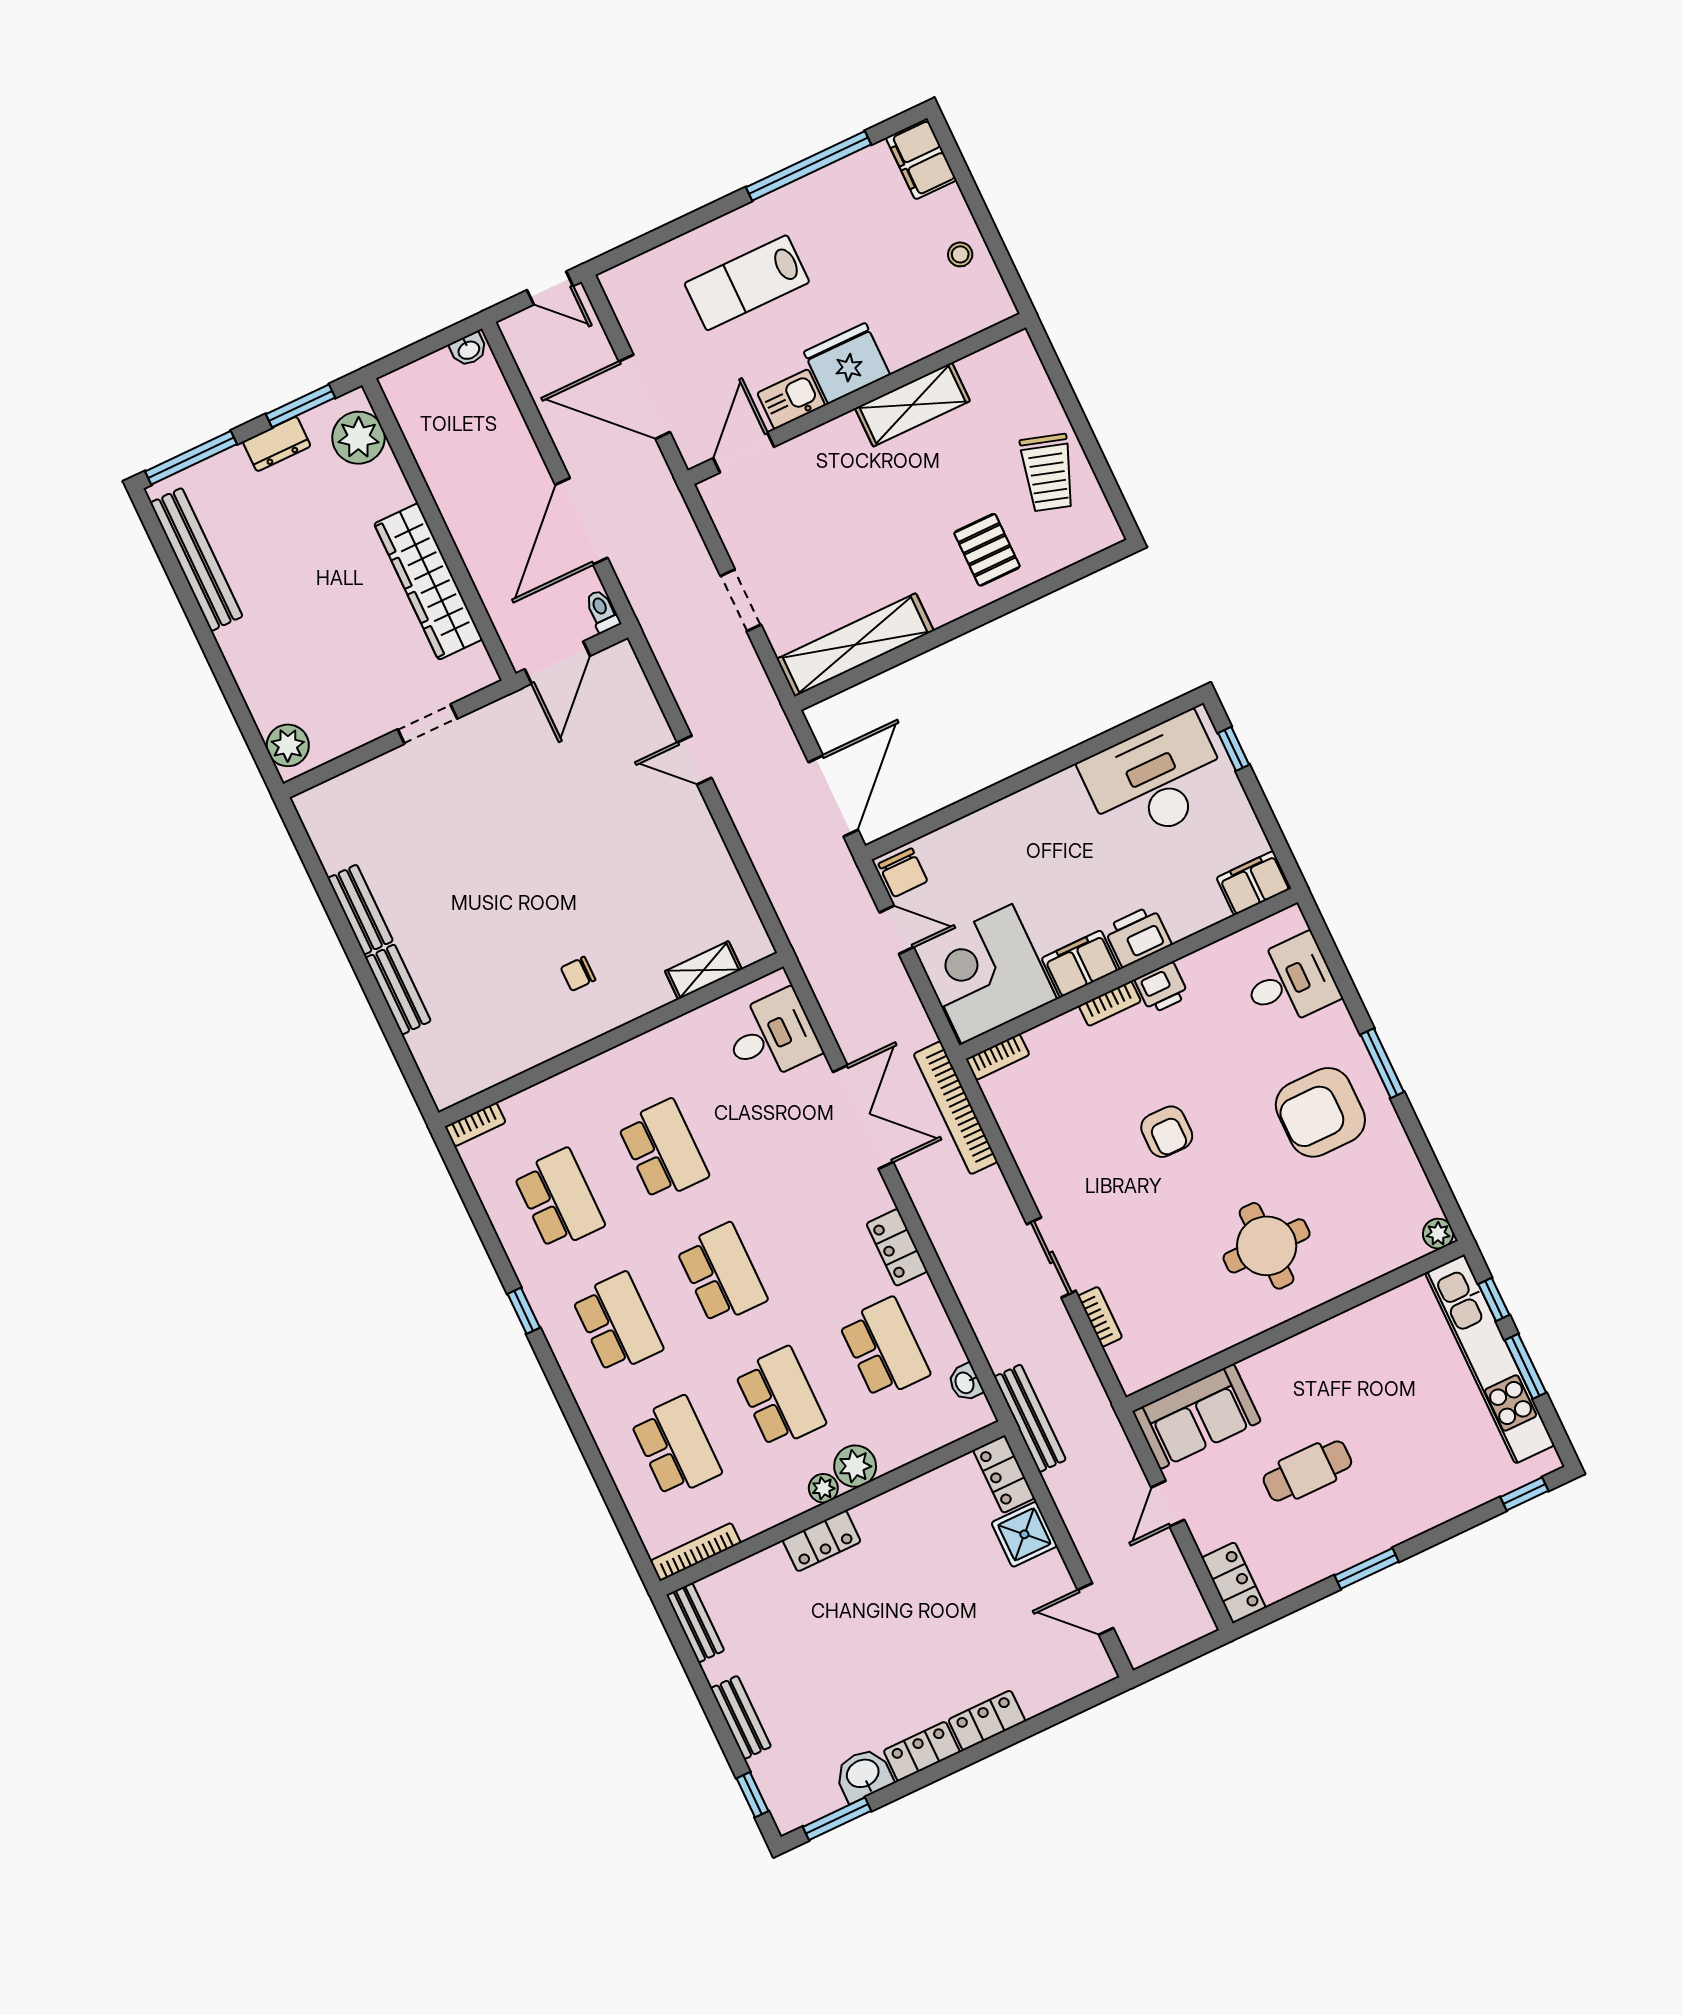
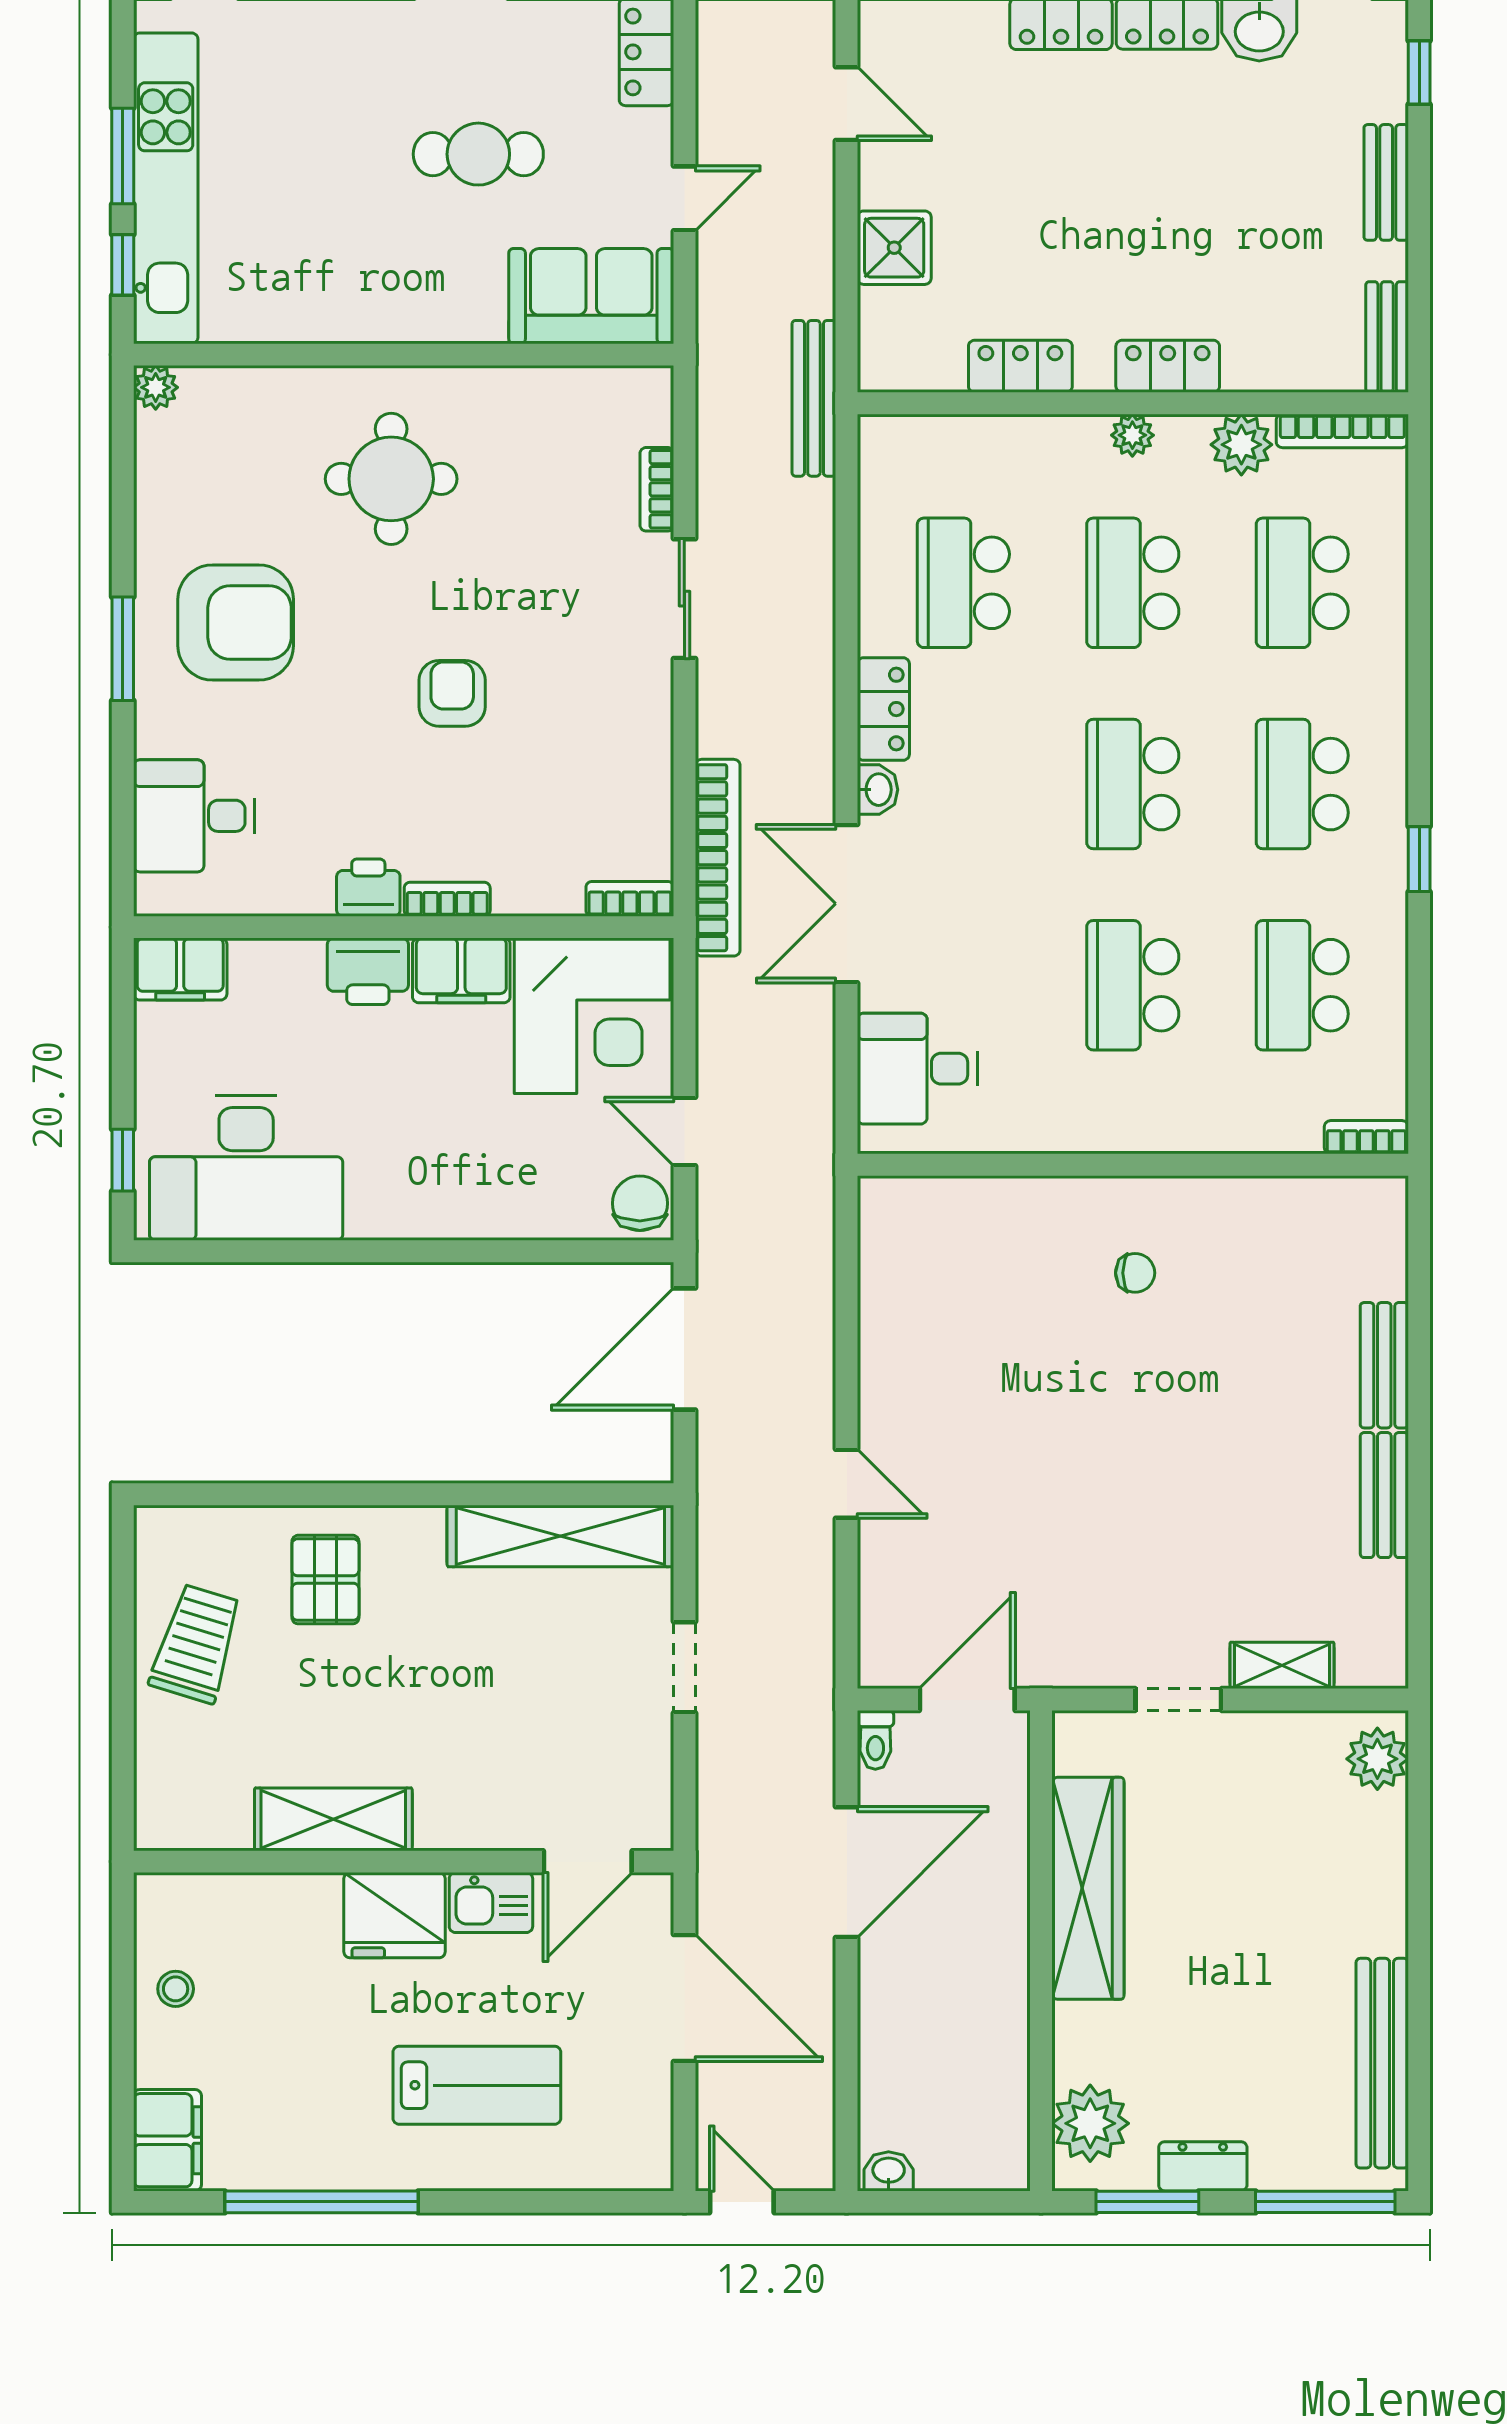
shelving: (703, 970) -> (1282, 1665), moved
washbasin: (965, 1383) -> (877, 790), moved
plant: (855, 1466) -> (1241, 445), moved
locker: (1004, 1474) -> (1020, 366), moved, turned -90

